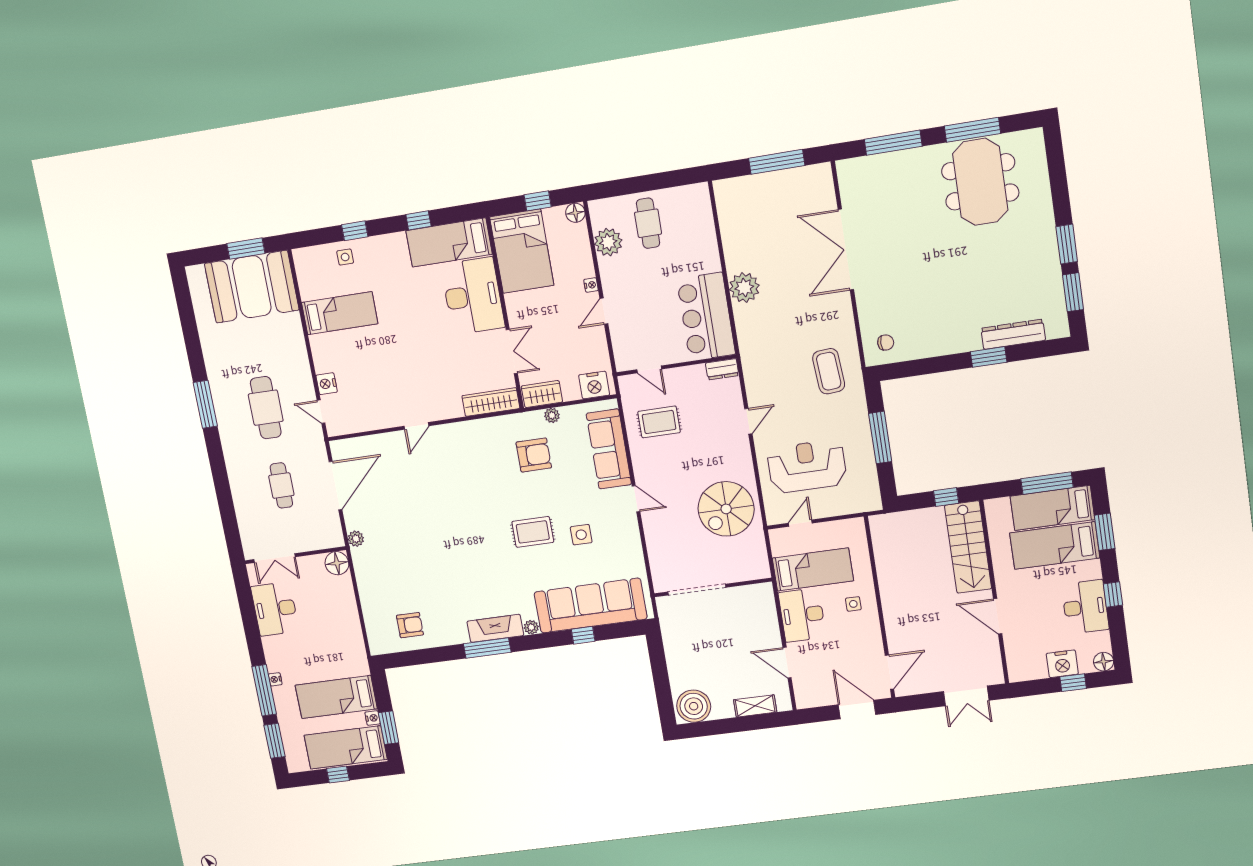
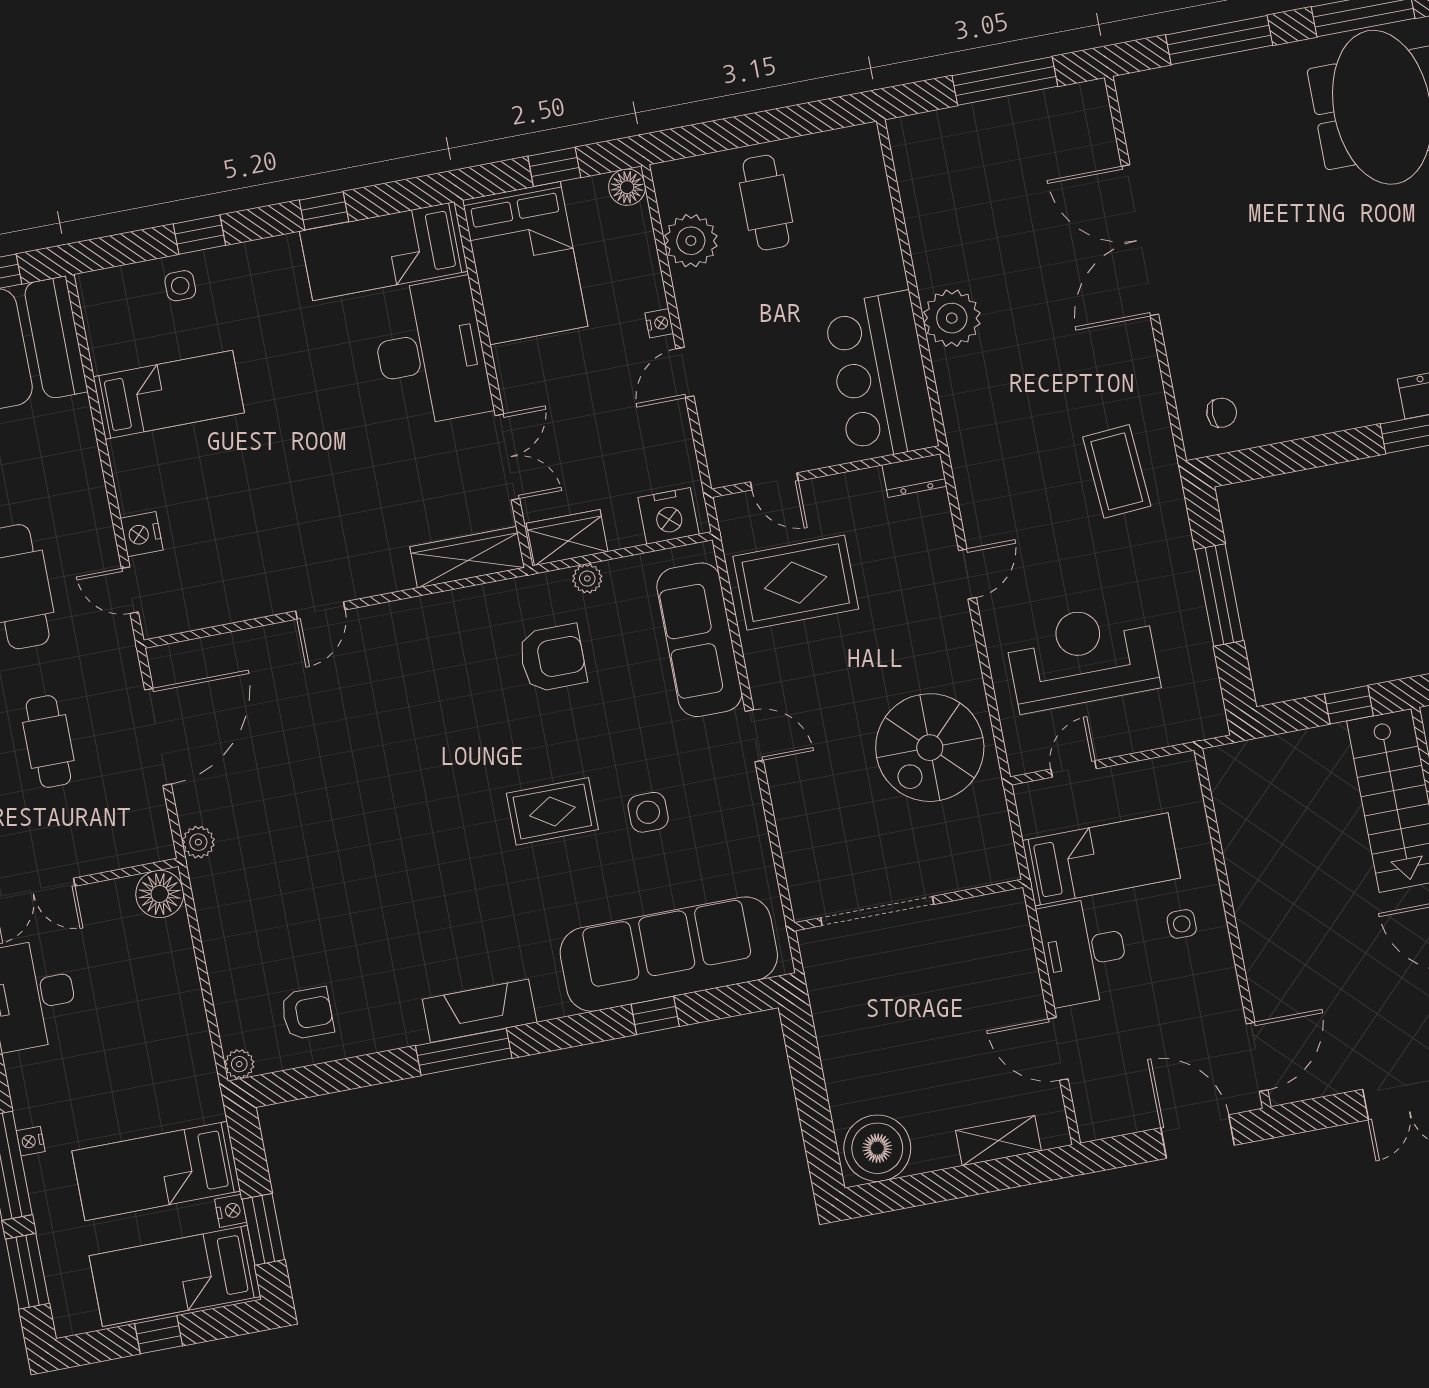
rug: (659, 422) -> (796, 583), width x1.36, depth x1.43
plant: (531, 627) -> (239, 1064), moved

